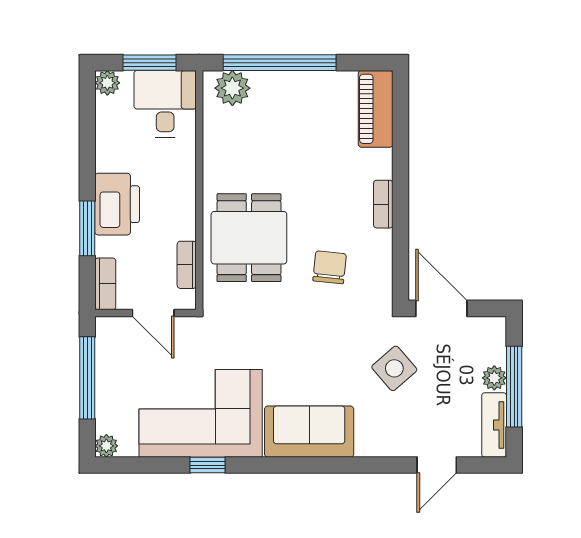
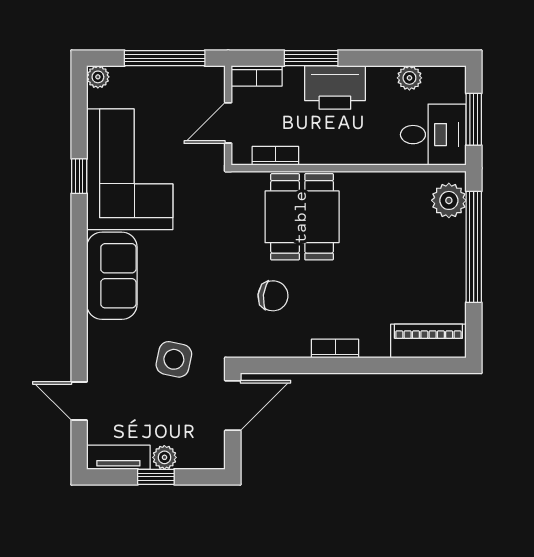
plant: (107, 83) -> (409, 78), moved
dining table: (249, 238) -> (302, 217), turned 90
side table: (394, 368) -> (174, 359), turned -37
window: (514, 387) -> (156, 477), width x0.46

